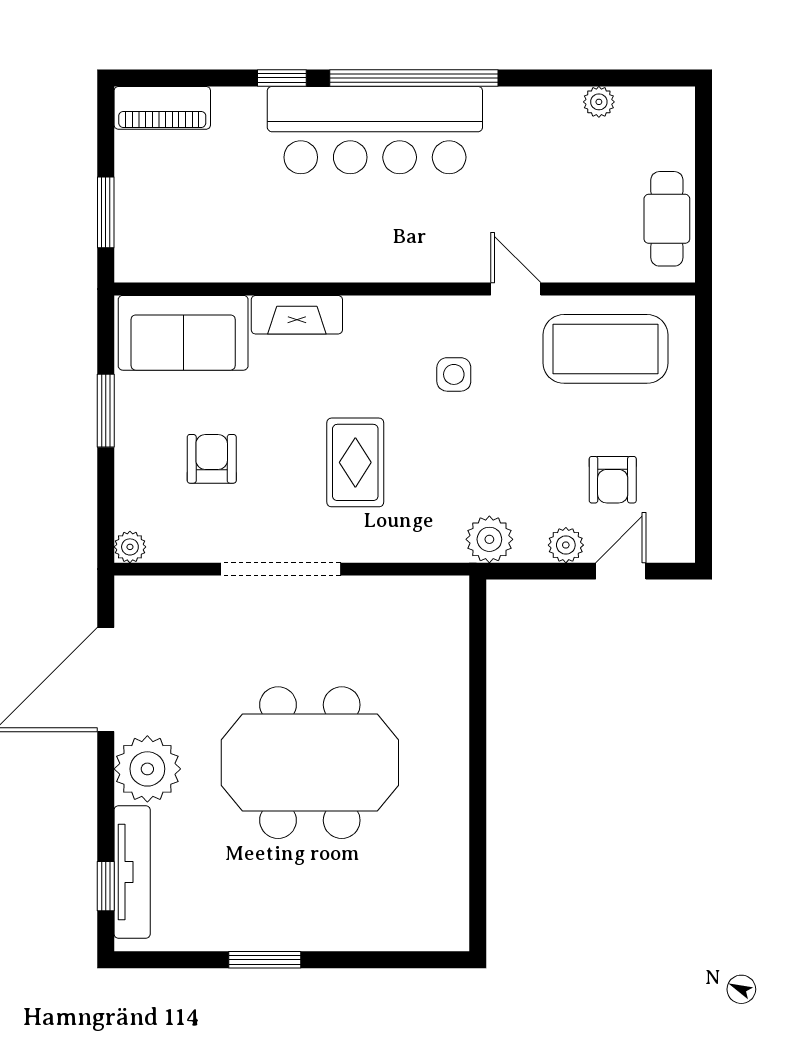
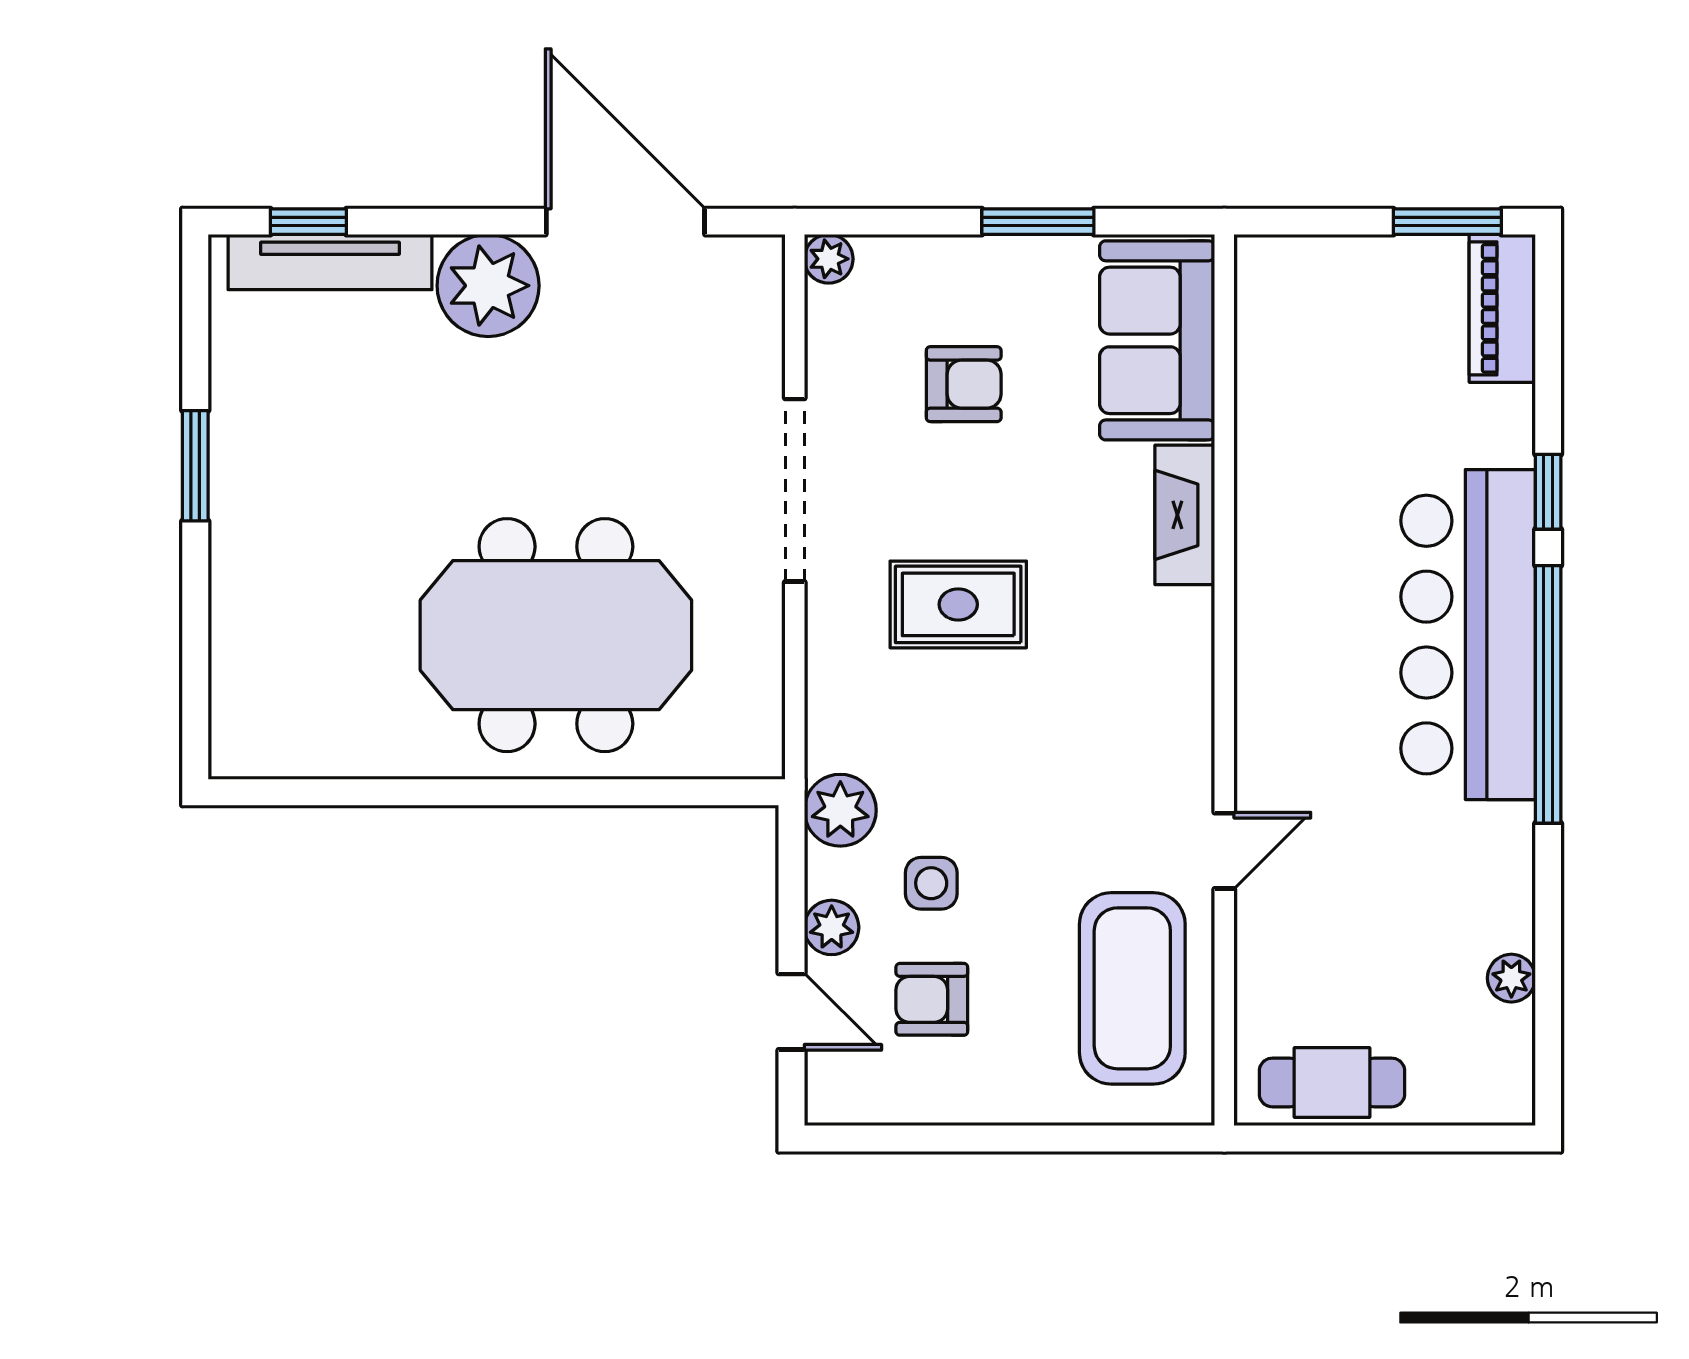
window: (106, 212) -> (1447, 222), moved
side table: (454, 374) -> (931, 883), moved
meeting table: (310, 763) -> (556, 635), moved, turned 90

